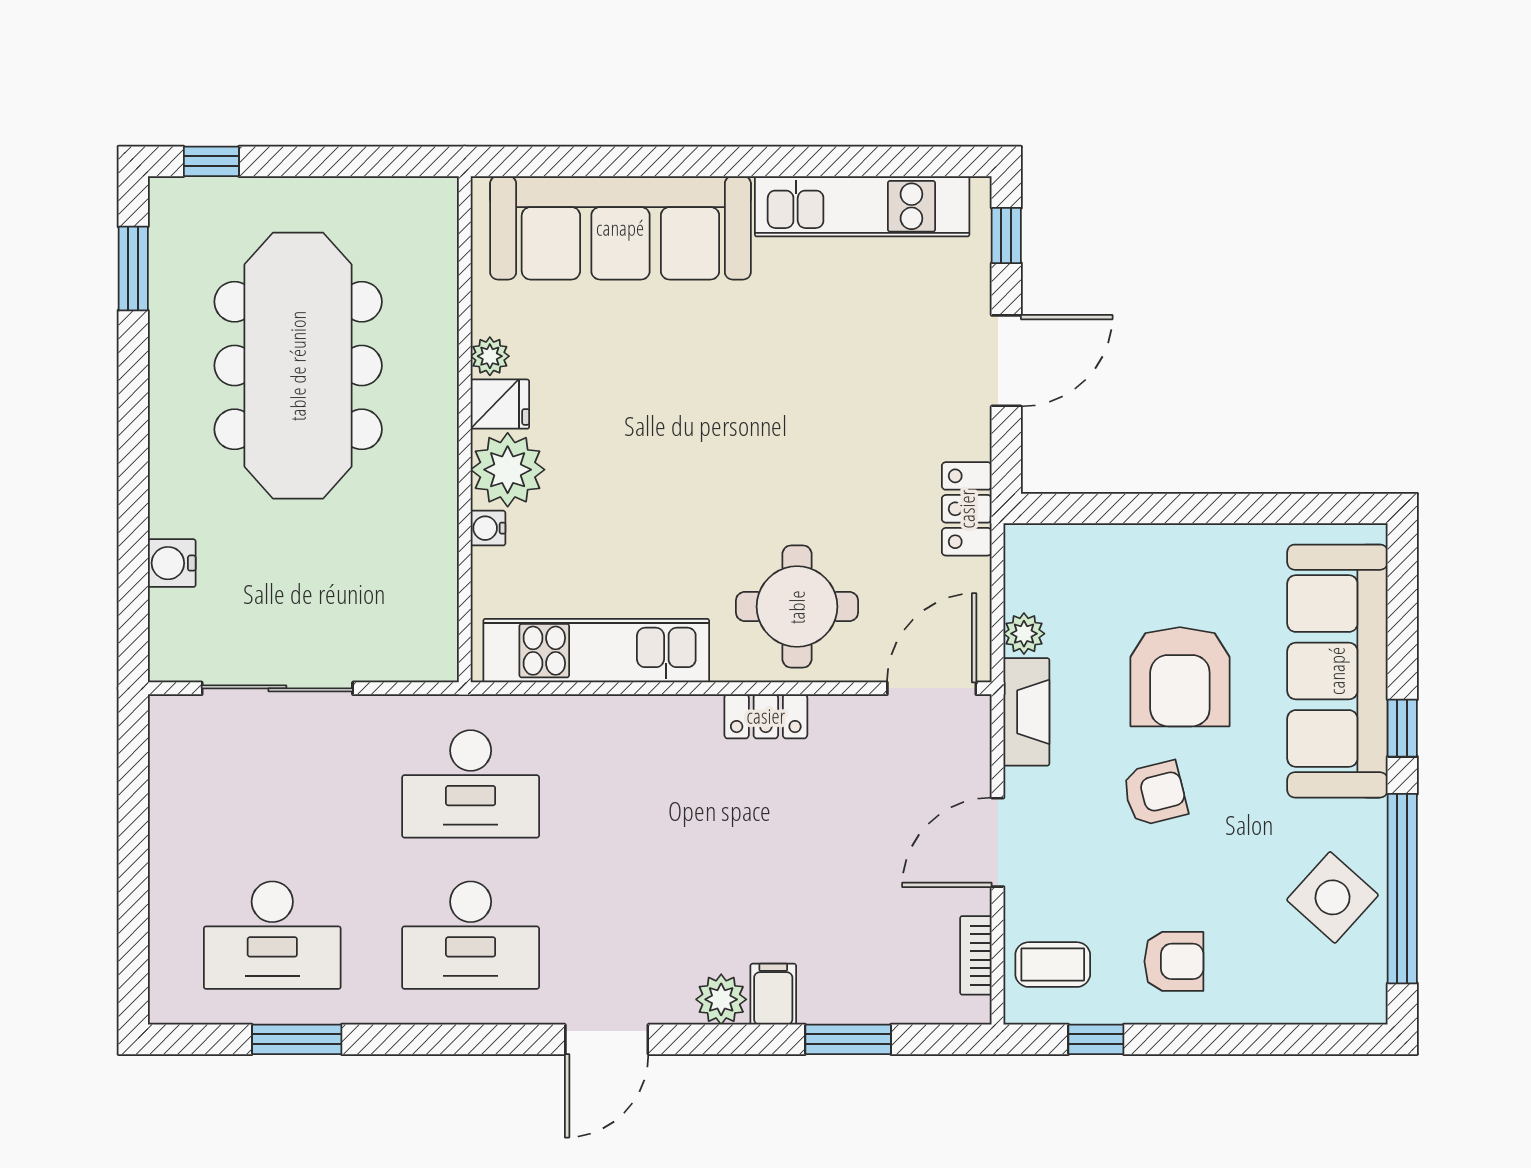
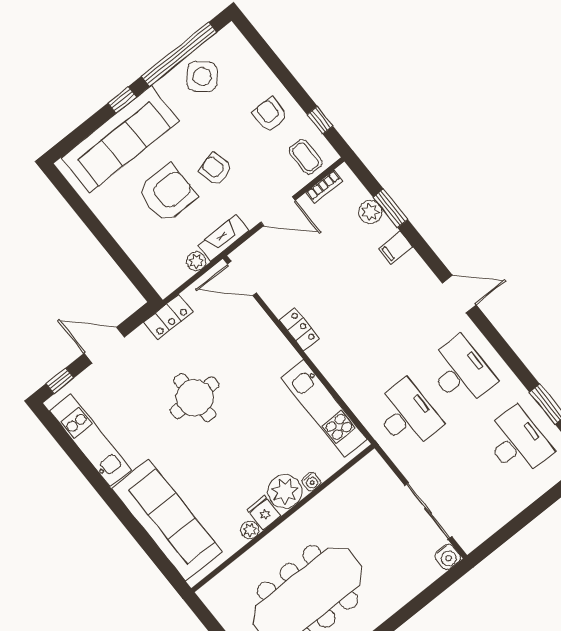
water cooler: (172, 563) -> (448, 557), moved
round table: (797, 607) -> (195, 398), moved
plant: (721, 999) -> (370, 212), moved

